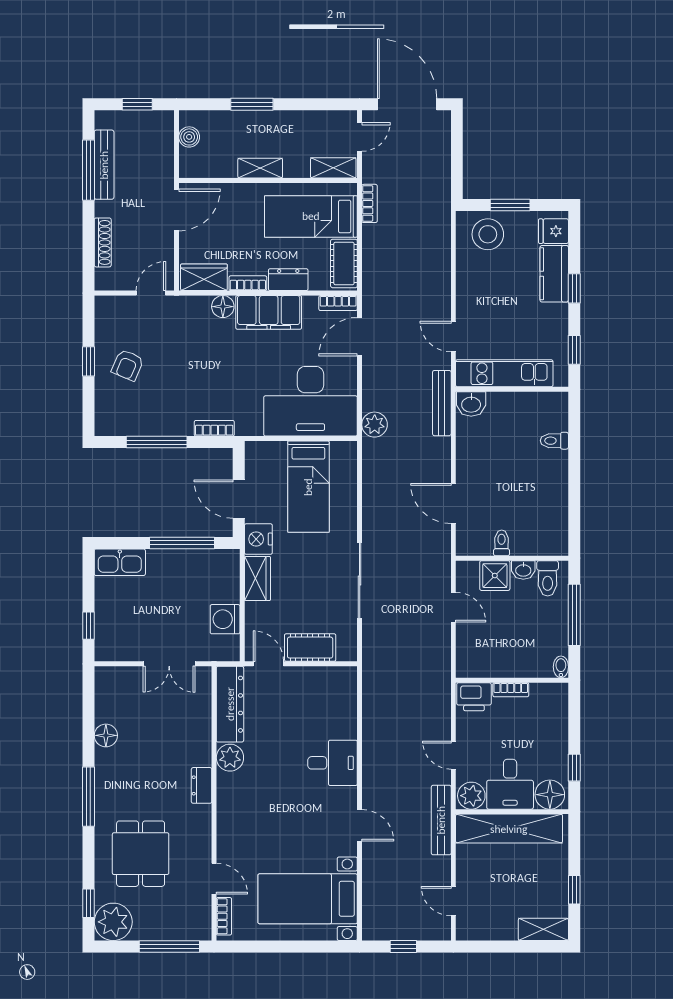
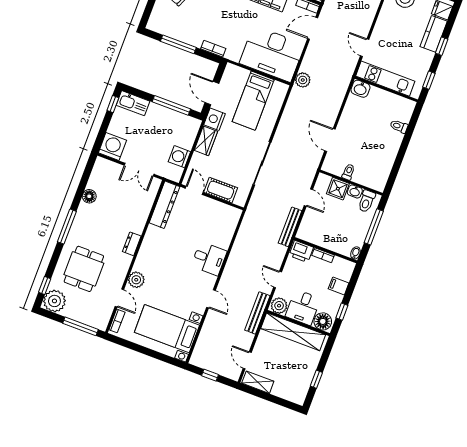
bench: (442, 403) -> (290, 227), moved
window: (88, 626) -> (113, 104), moved
washing machine: (113, 643) -> (112, 146), added
filing cabinet: (554, 729) -> (339, 286), added
plant: (230, 758) -> (136, 280), moved
shelving: (543, 929) -> (258, 382), moved

